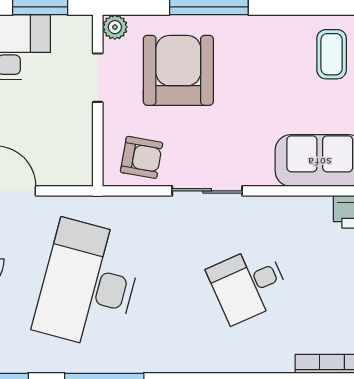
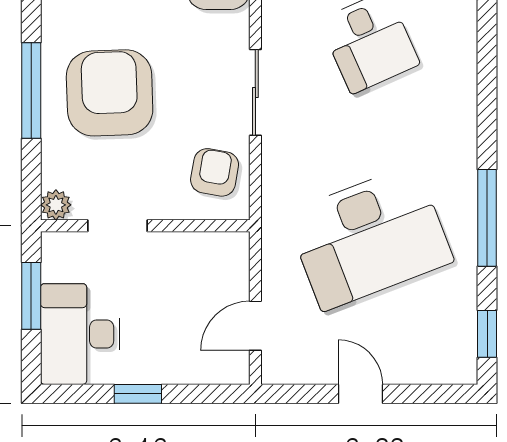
armchair: (178, 70) -> (110, 93), moved, turned 88
desk: (88, 284) -> (369, 237), turned -36

